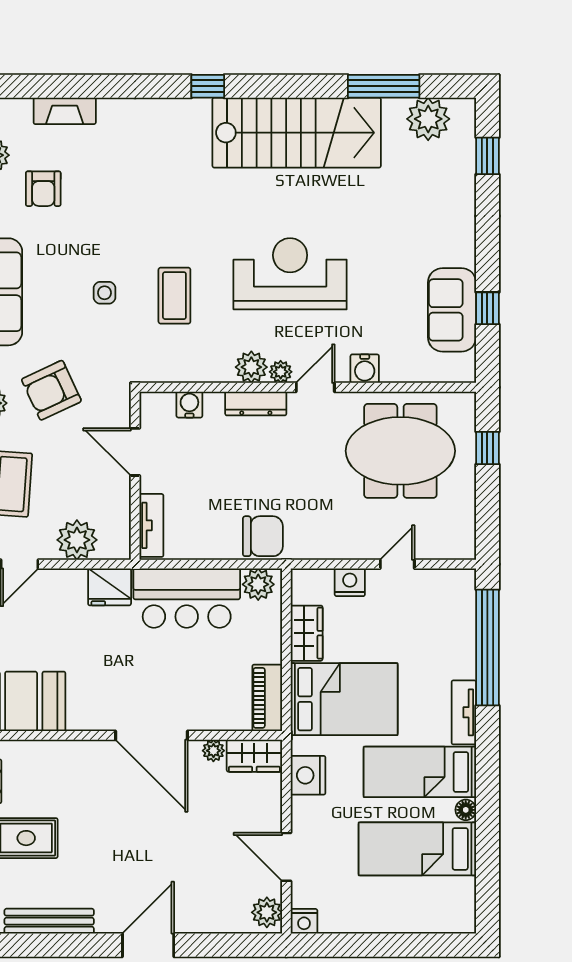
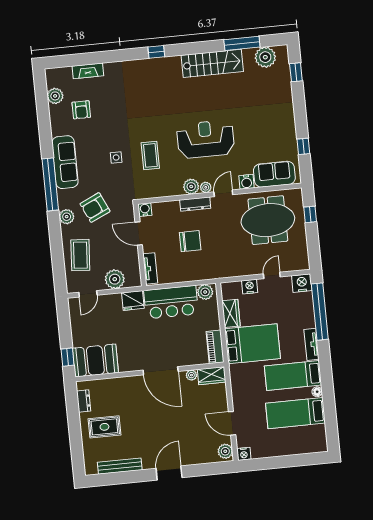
stairs: (297, 133) -> (212, 63), width x0.73, depth x0.66
sofa: (452, 310) -> (274, 174), moved, turned 90
water cooler: (189, 405) -> (145, 210), moved
chair: (263, 536) -> (190, 241), moved
nightstand: (308, 775) -> (302, 283), moved, turned 90

